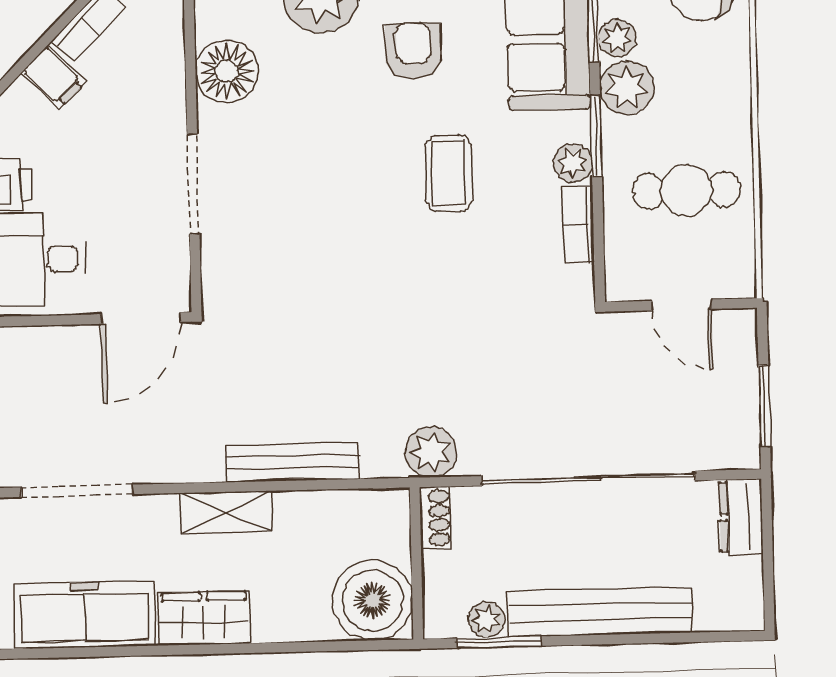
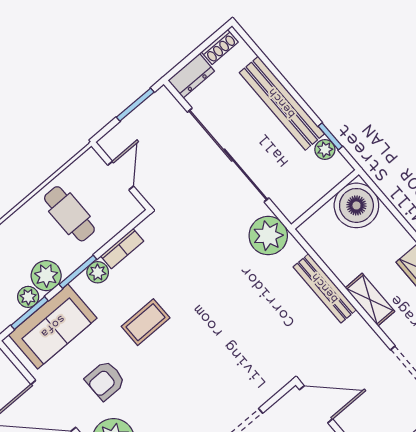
plant: (431, 452) -> (268, 236), width x1.36, depth x1.36
shoe rack: (435, 518) -> (220, 47), moved, turned 180
window: (499, 642) -> (330, 136), width x0.67

